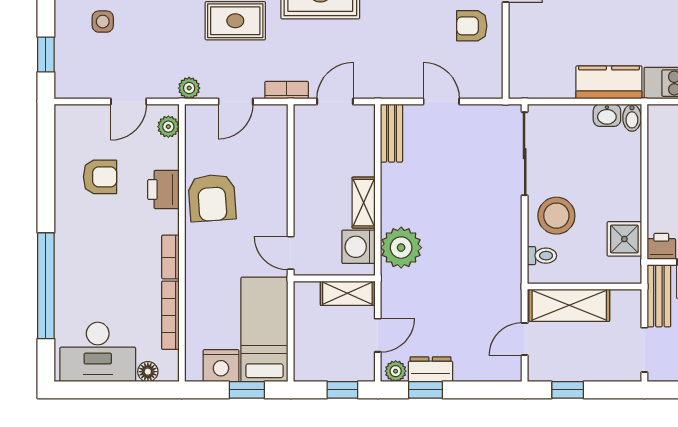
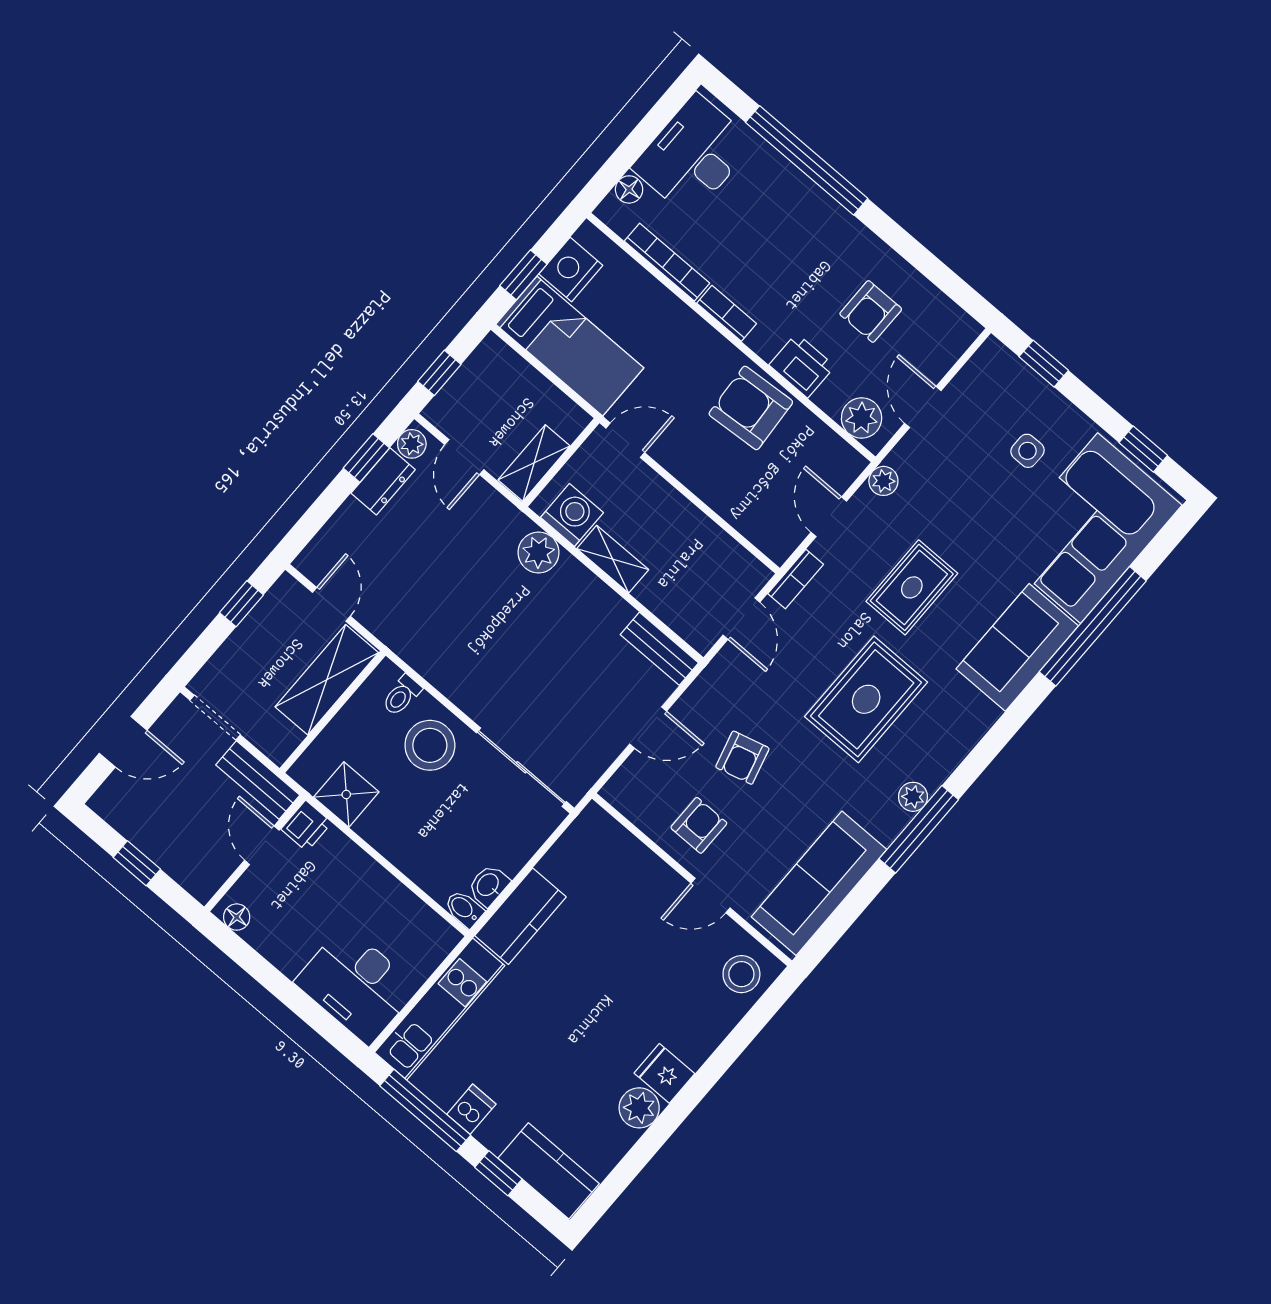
armchair: (413, 34) -> (742, 758), added
plant: (168, 127) -> (862, 418), width x1.38, depth x1.38
plant: (401, 248) -> (539, 552), width x0.73, depth x0.73

